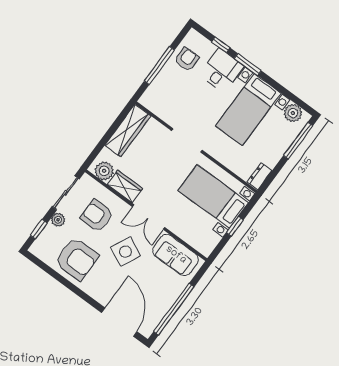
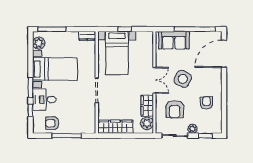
sofa: (176, 255) -> (174, 40), moved, turned 90
armchair: (77, 259) -> (206, 103), width x0.53, depth x0.53

